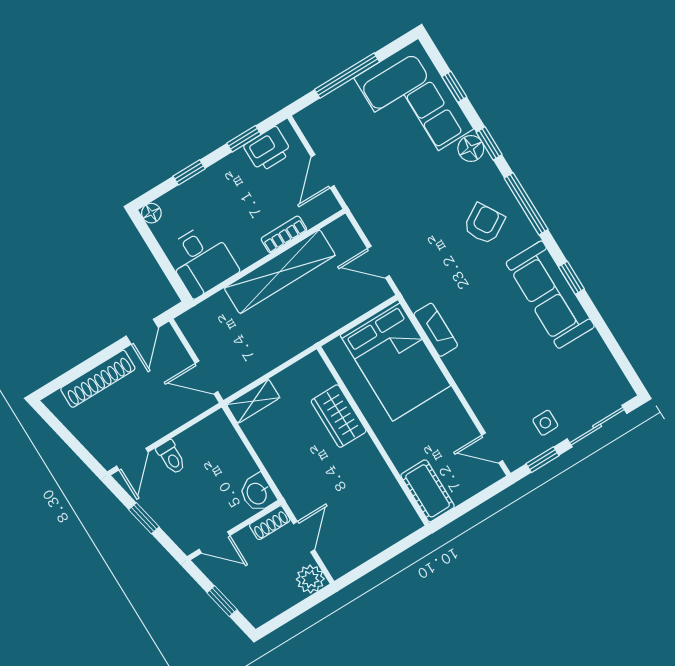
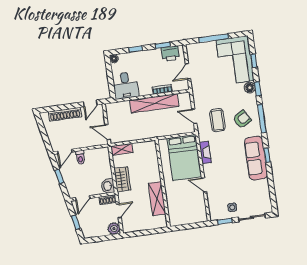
coffee table: (432, 249) -> (217, 120), added
wardrobe: (339, 416) -> (122, 179), moved, turned 180
door: (492, 448) -> (204, 185), moved
shelving: (375, 474) -> (157, 199), added
cot: (428, 491) -> (175, 214), removed
door: (214, 542) -> (83, 198), hinge flipped

